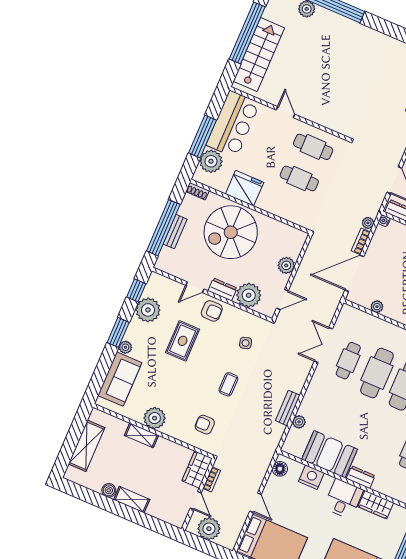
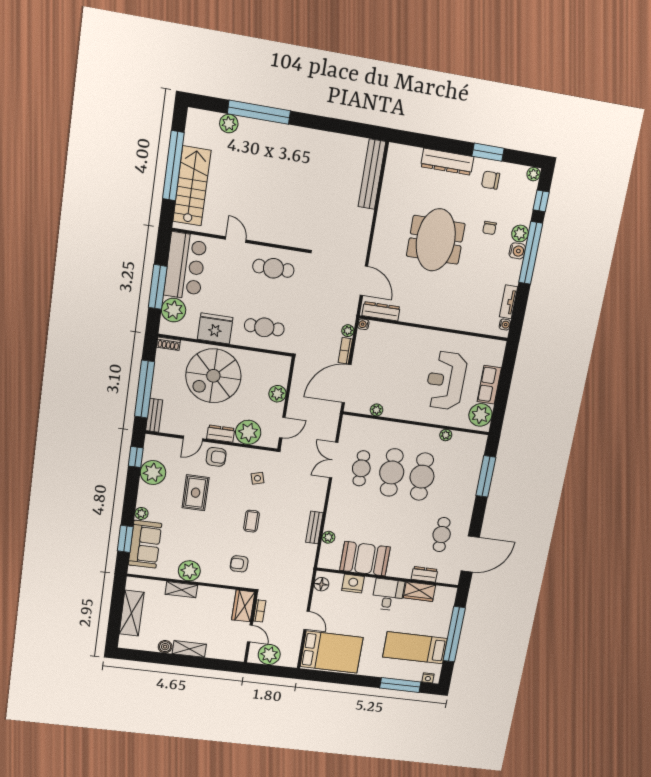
cafe table: (299, 178) -> (264, 327), moved
bench: (175, 232) -> (154, 415), moved
window: (118, 332) -> (125, 539), moved
dresser: (361, 477) -> (424, 574), moved

